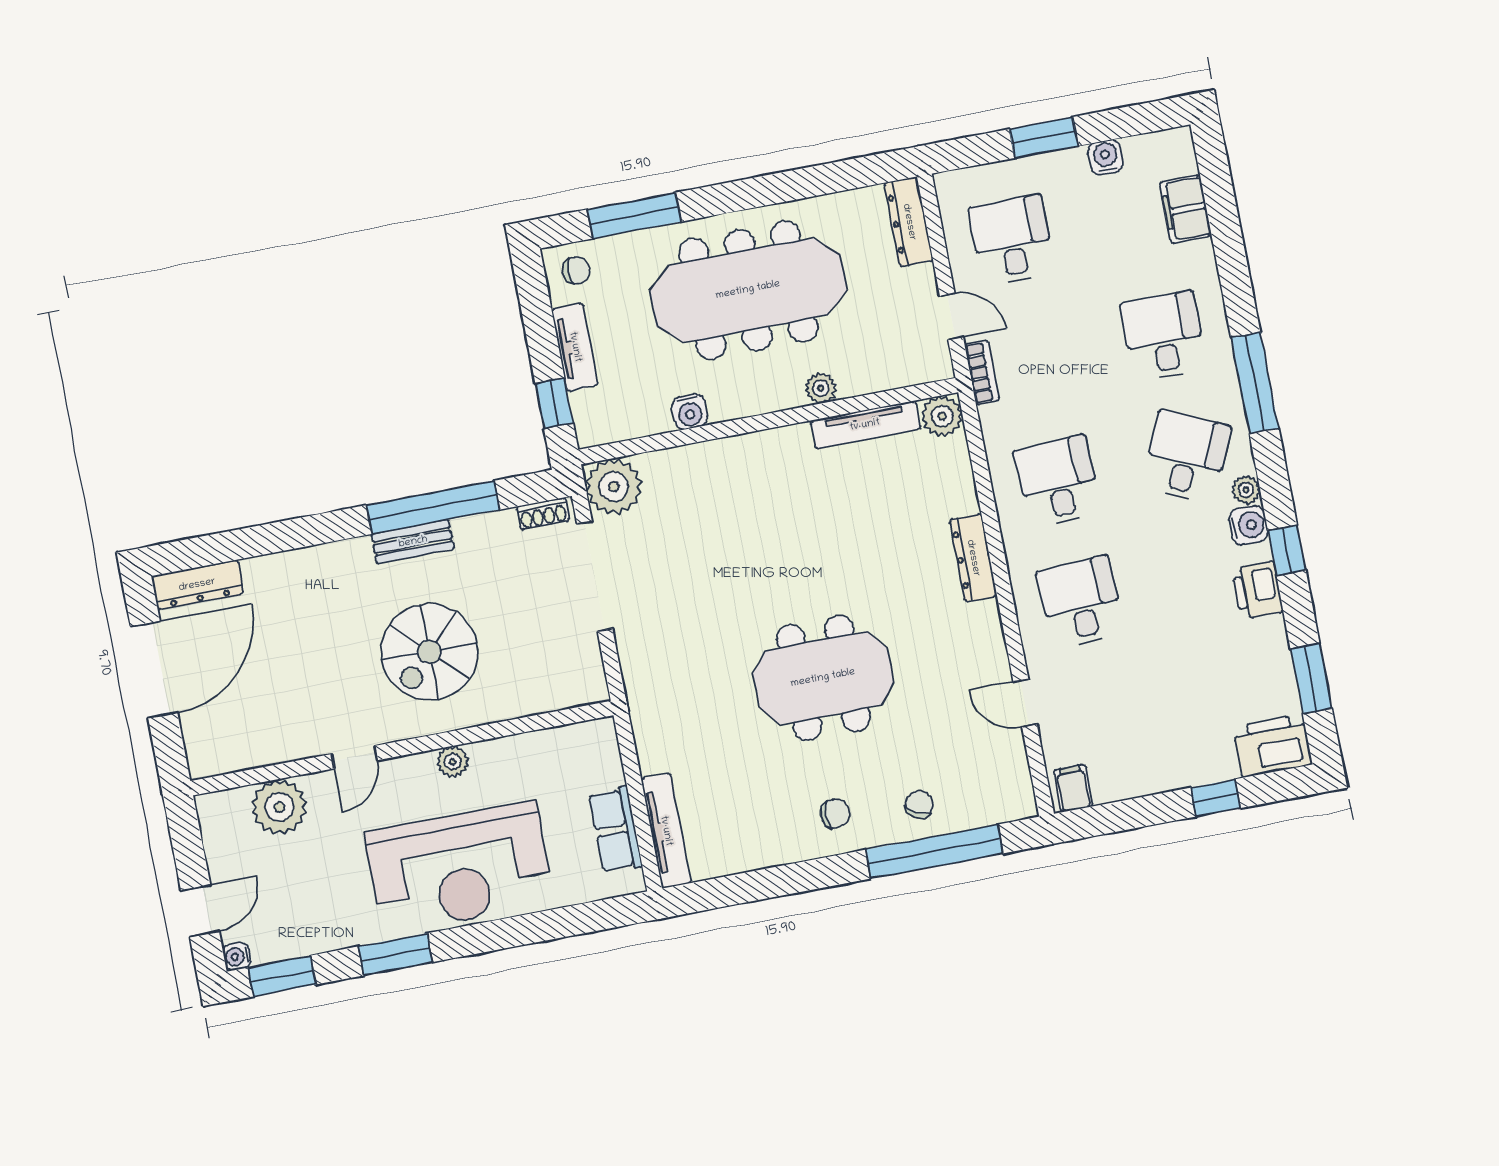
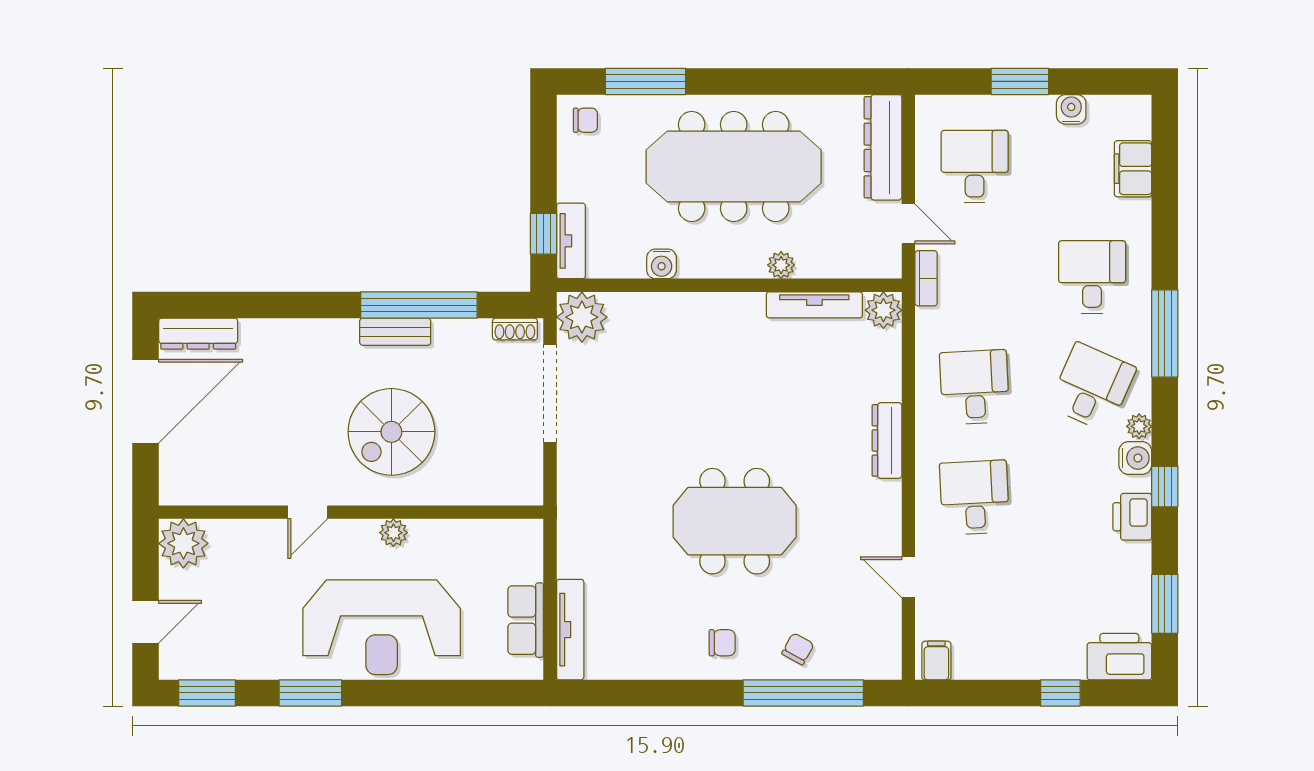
dresser: (909, 222) -> (883, 147), width x1.37, depth x1.24
tv unit: (575, 347) -> (571, 241), moved
plant: (279, 807) -> (183, 543), moved
water cooler: (237, 957) -> (170, 668), removed

